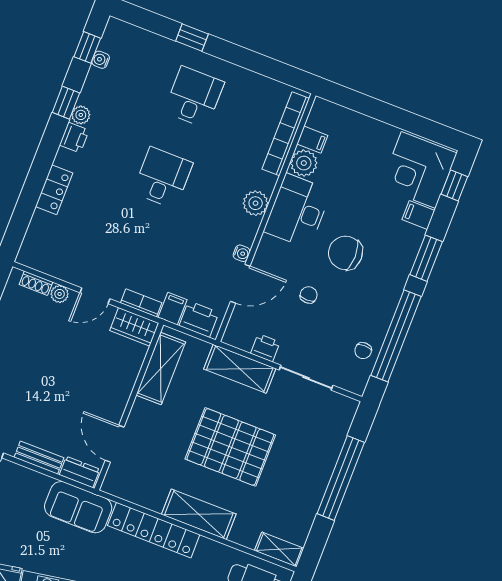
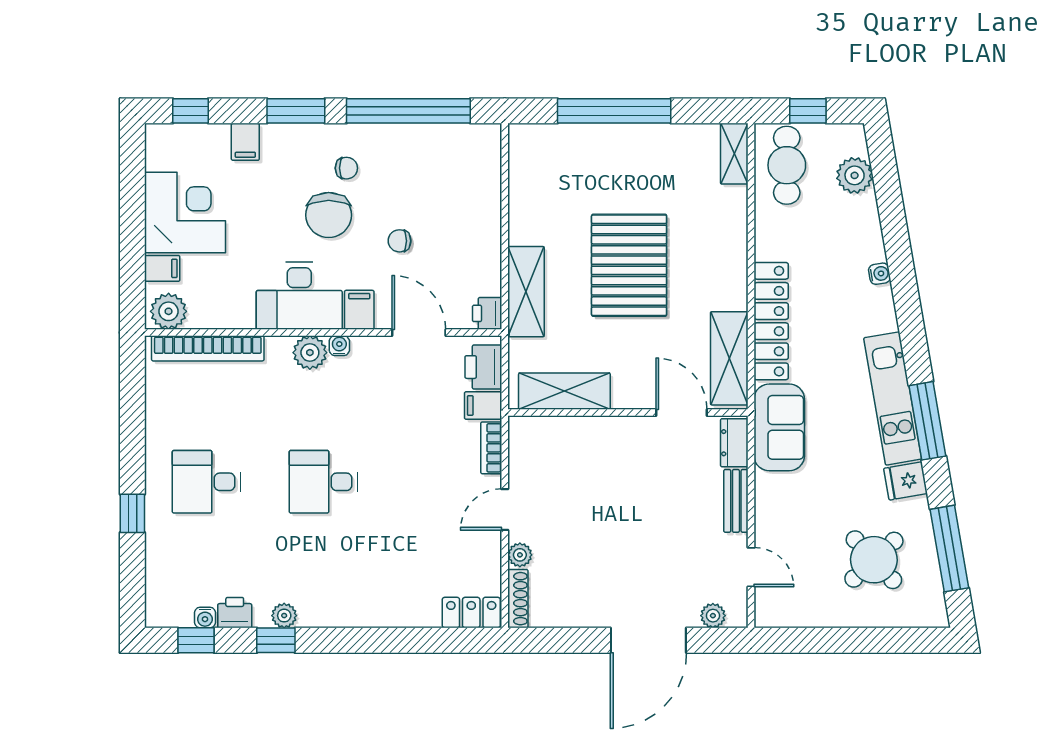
printer: (74, 138) -> (235, 613), moved
filing cabinet: (312, 140) -> (162, 268), moved, turned 90
plant: (304, 163) -> (169, 311), moved
corner desk: (419, 170) -> (185, 212), moved, turned -90
locker: (54, 190) -> (471, 613), moved
filing cabinet: (272, 249) -> (359, 310), added
water cooler: (242, 253) -> (339, 346), moved
shoe rack: (36, 283) -> (518, 599), width x1.43
door: (95, 296) -> (505, 510), swing flipped
wardrobe: (134, 327) -> (525, 445), removed
printer: (265, 348) -> (487, 313), moved
chair: (363, 351) -> (346, 168), moved
sliding door: (306, 378) -> (505, 204), removed
door: (115, 444) -> (681, 413), swing flipped
shelving: (199, 514) -> (729, 358), moved

